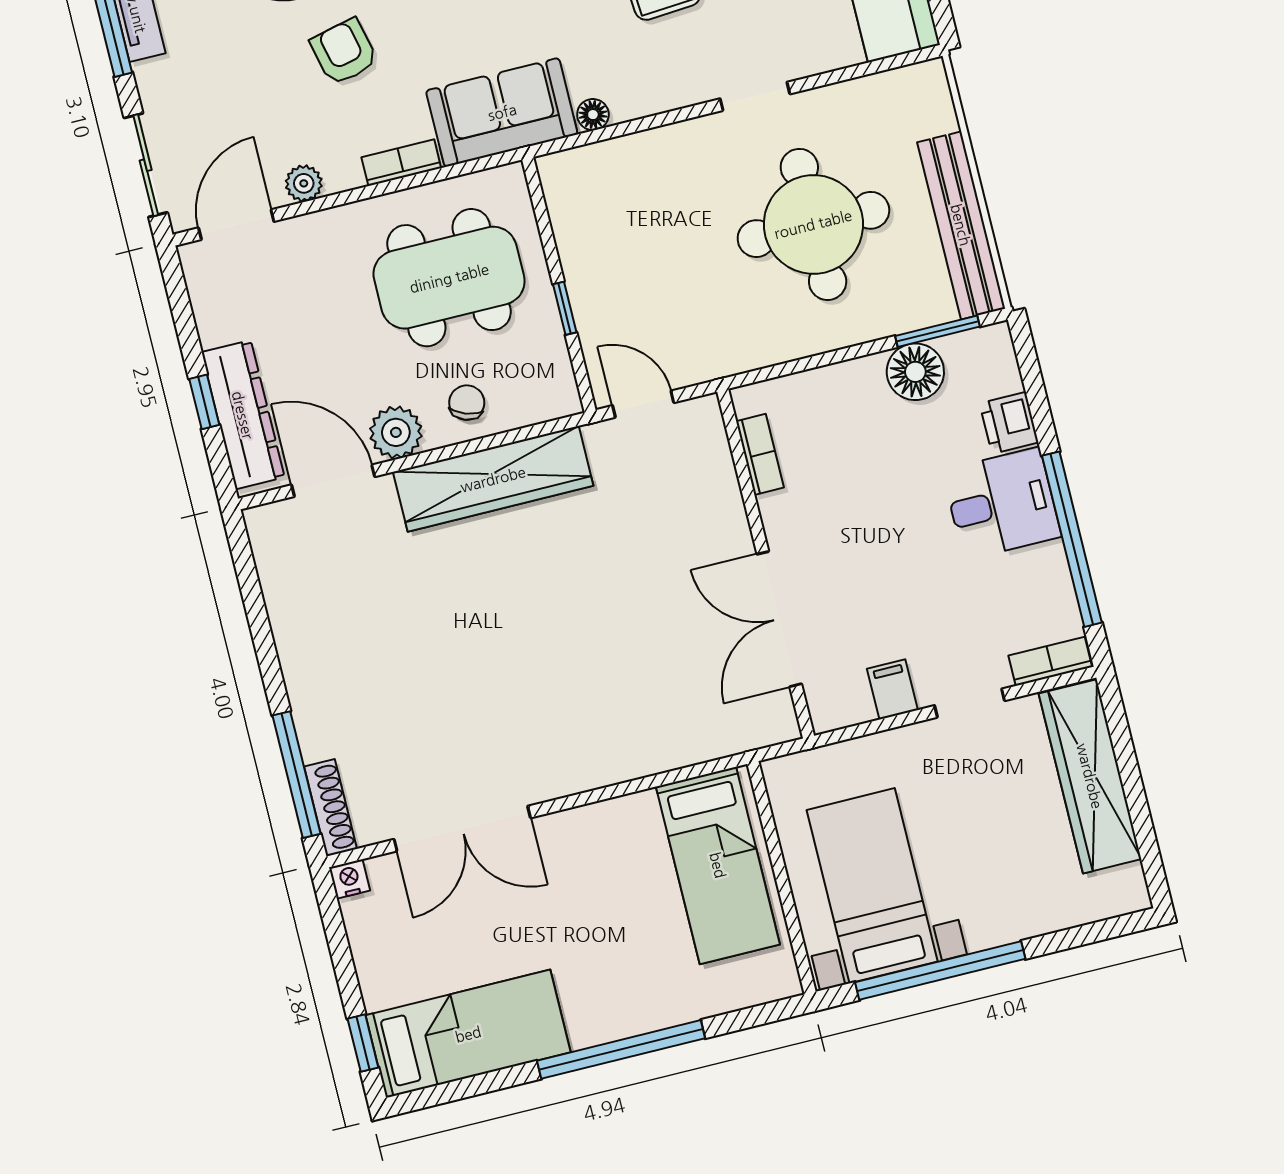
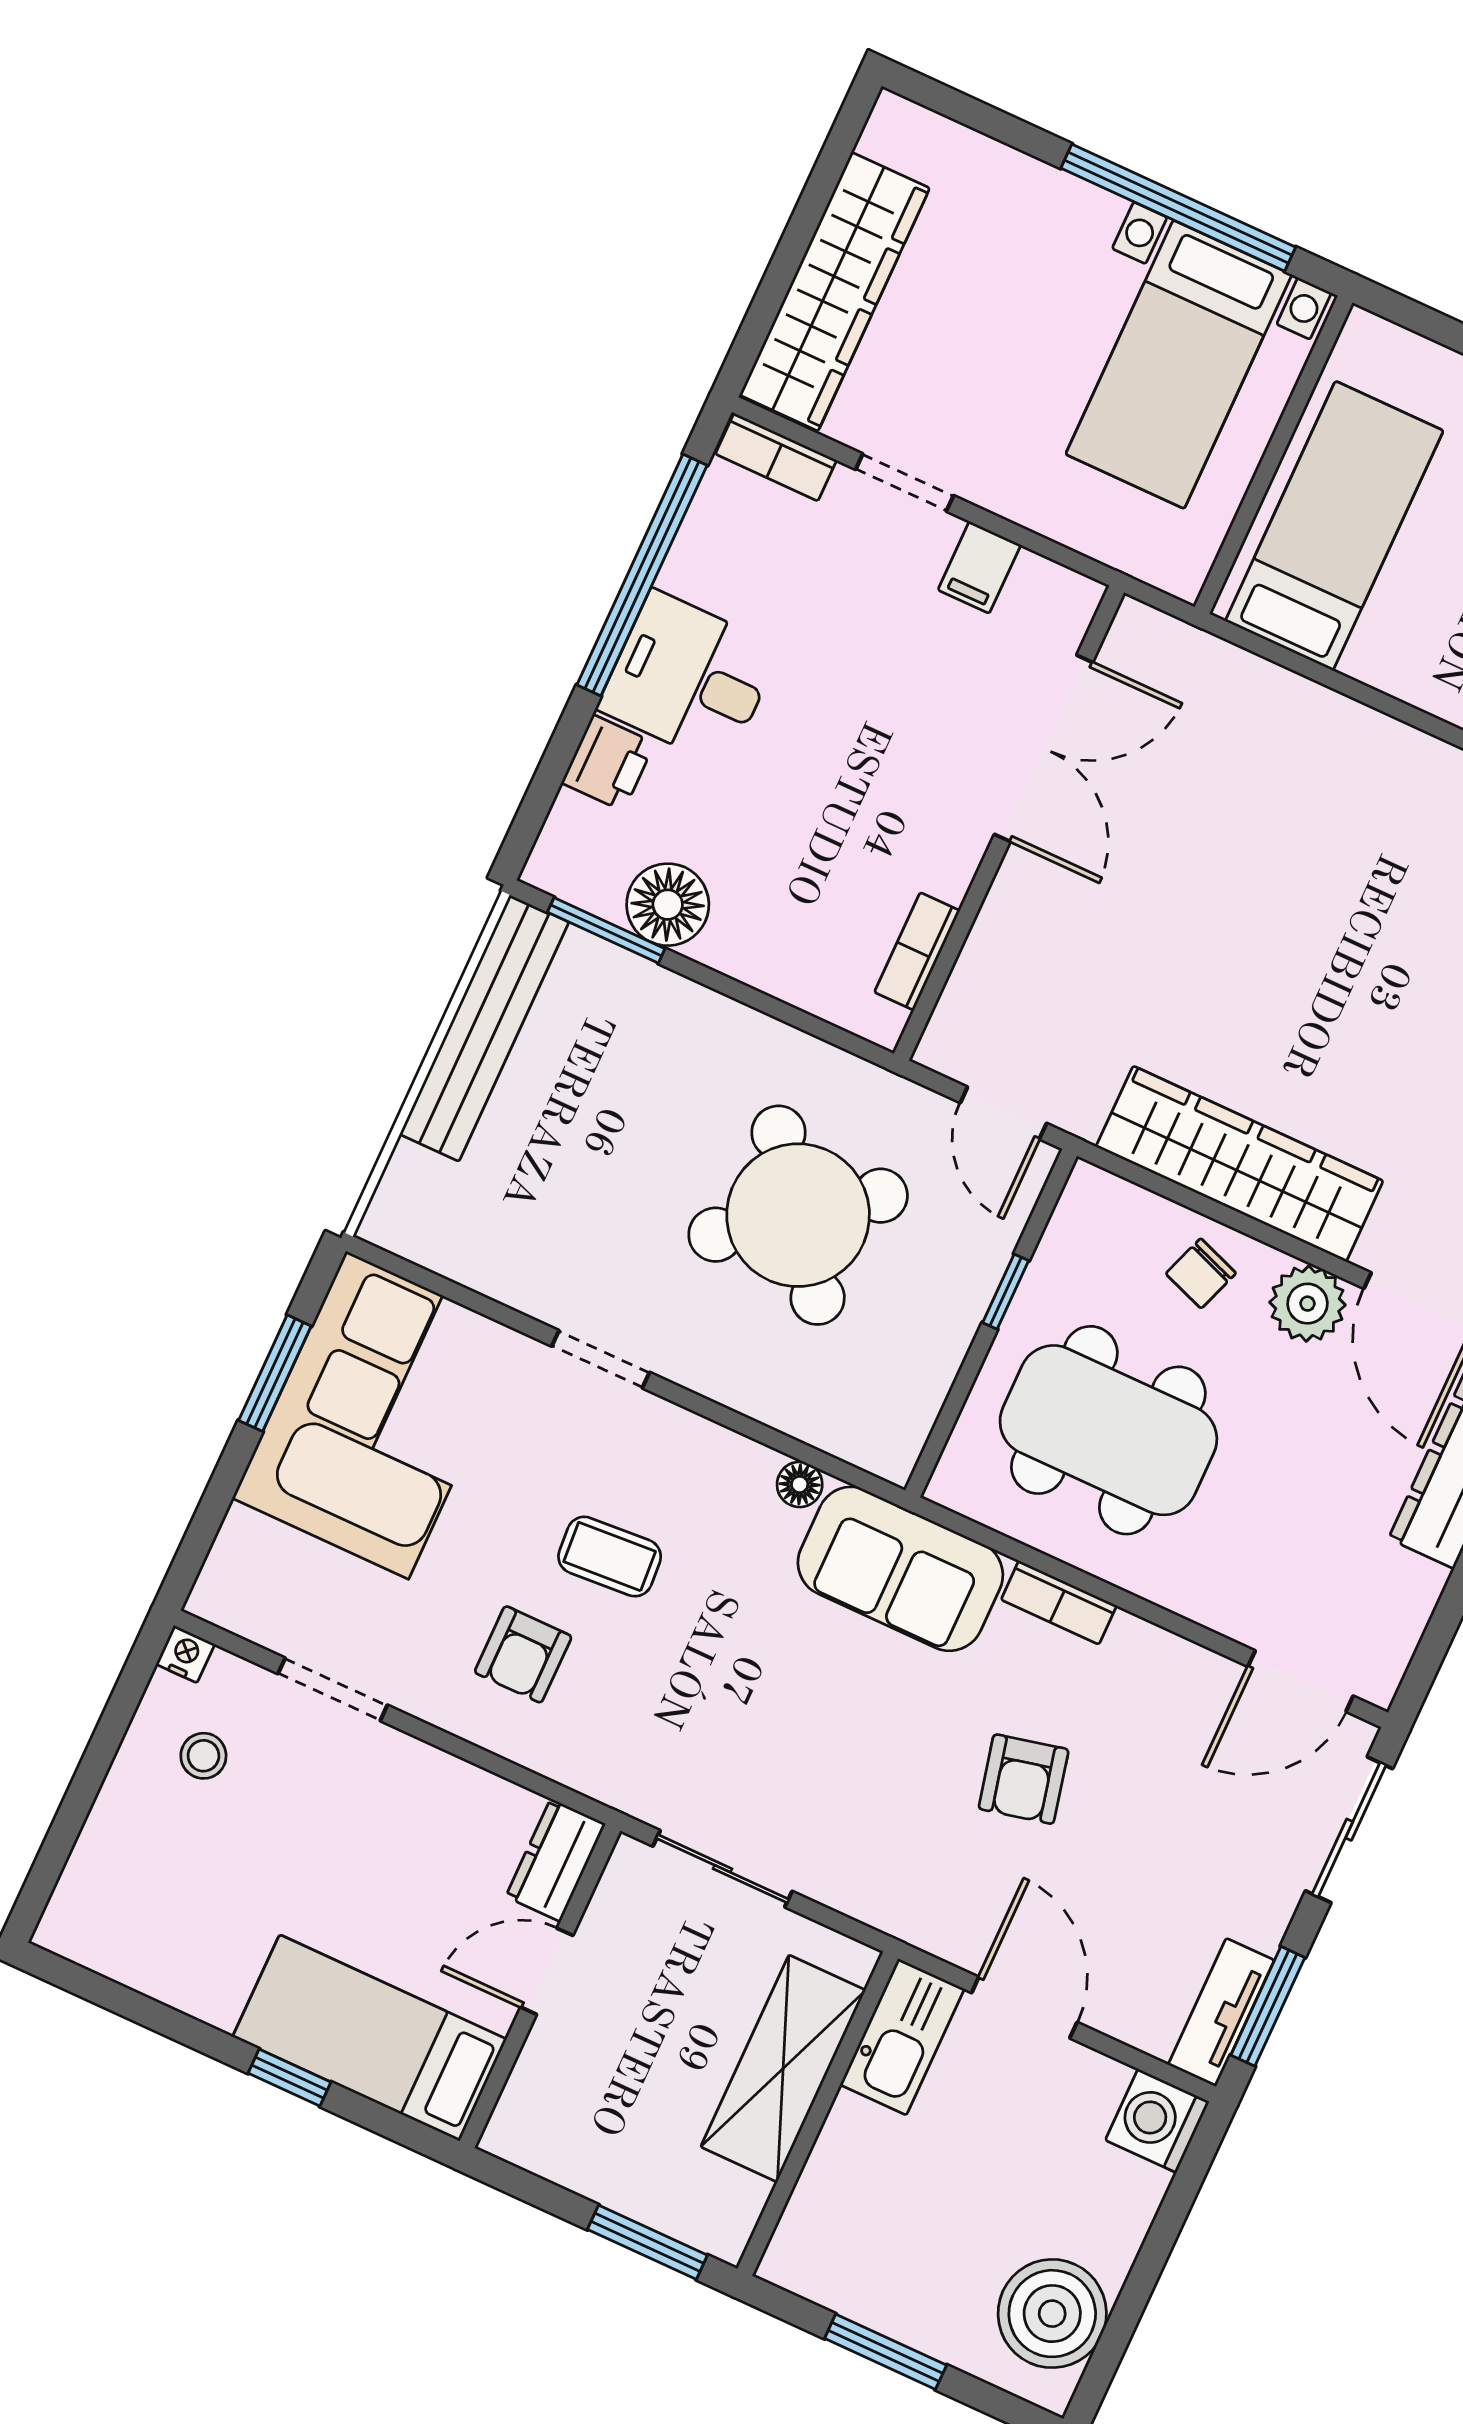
plant: (304, 183) -> (1187, 1667), removed
round table: (813, 224) -> (798, 1215), moved, turned -38

